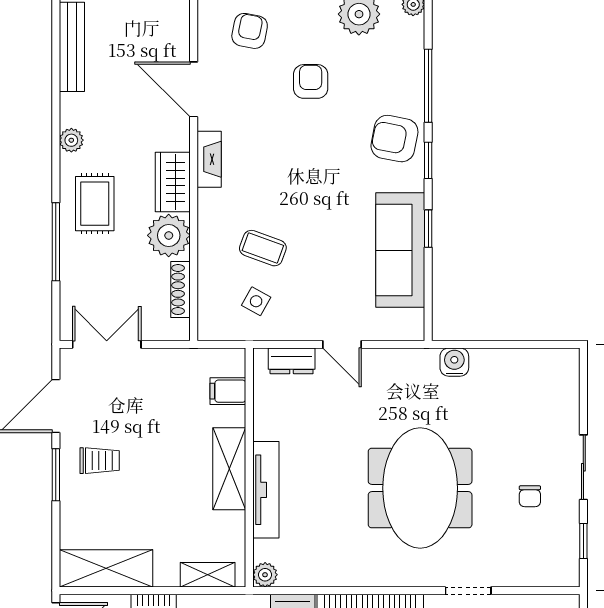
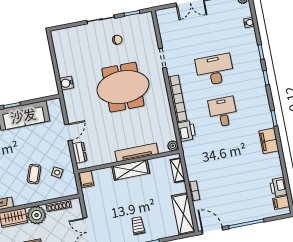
filing cabinet: (228, 391) -> (87, 179), moved

